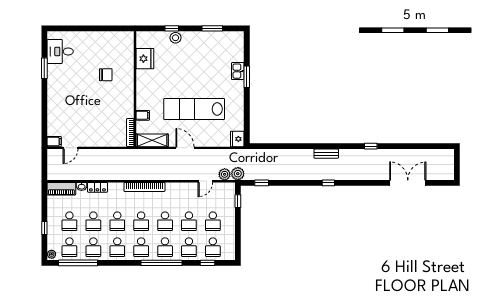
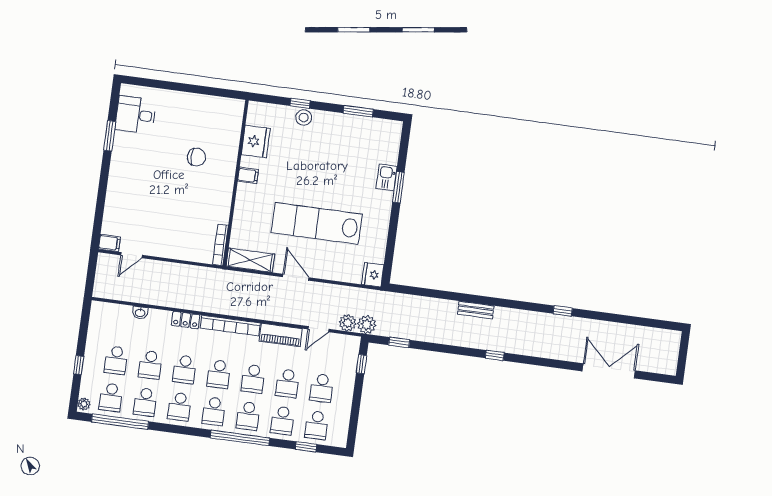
filing cabinet: (143, 115) -> (248, 175), moved
bench: (326, 154) -> (476, 310), moved
locker: (97, 187) -> (186, 320), moved
piano: (61, 189) -> (281, 335), moved

